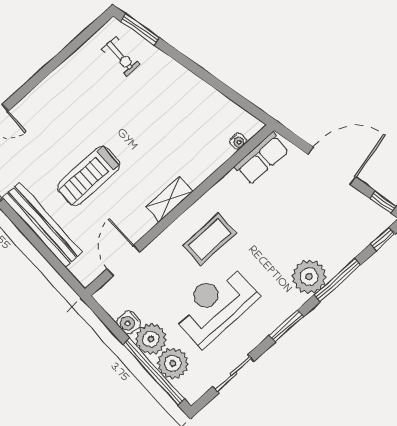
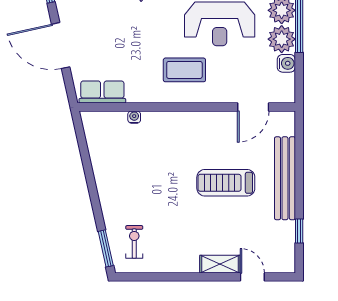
water cooler: (238, 141) -> (134, 117), moved
treadmill: (89, 176) -> (226, 183), turned 180
shelving: (169, 199) -> (220, 264), moved

